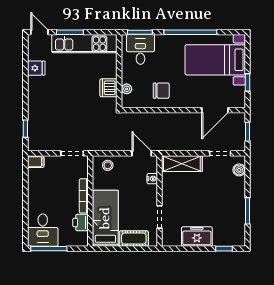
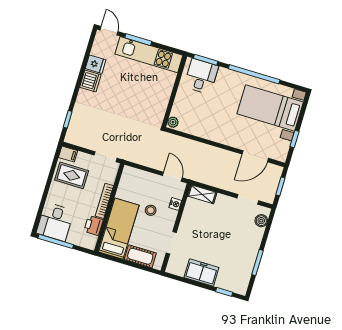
dishwasher: (108, 88) -> (90, 81), moved, turned 180
plant: (127, 89) -> (173, 122), moved
chair: (161, 91) -> (209, 122), removed
shelving: (182, 164) -> (202, 194), width x0.67, depth x0.75
stool: (108, 165) -> (151, 210), moved
rug: (45, 181) -> (72, 175), added

